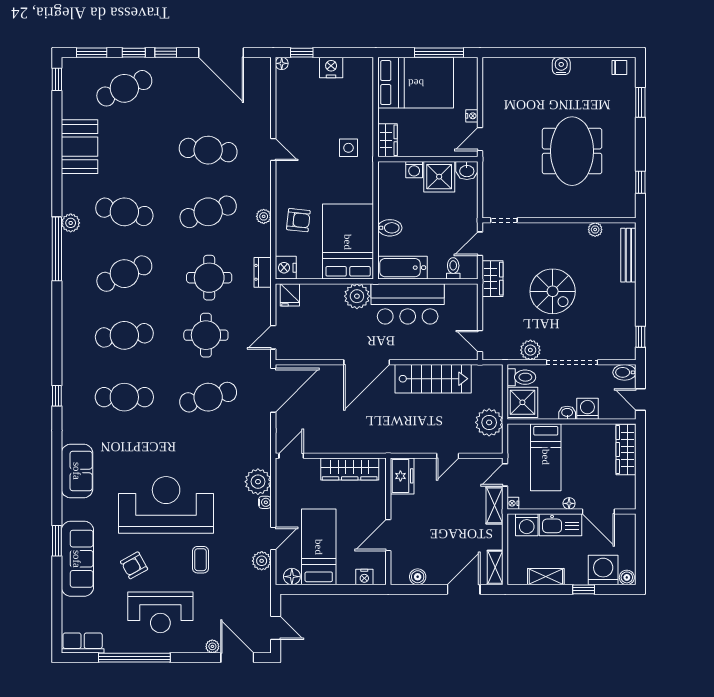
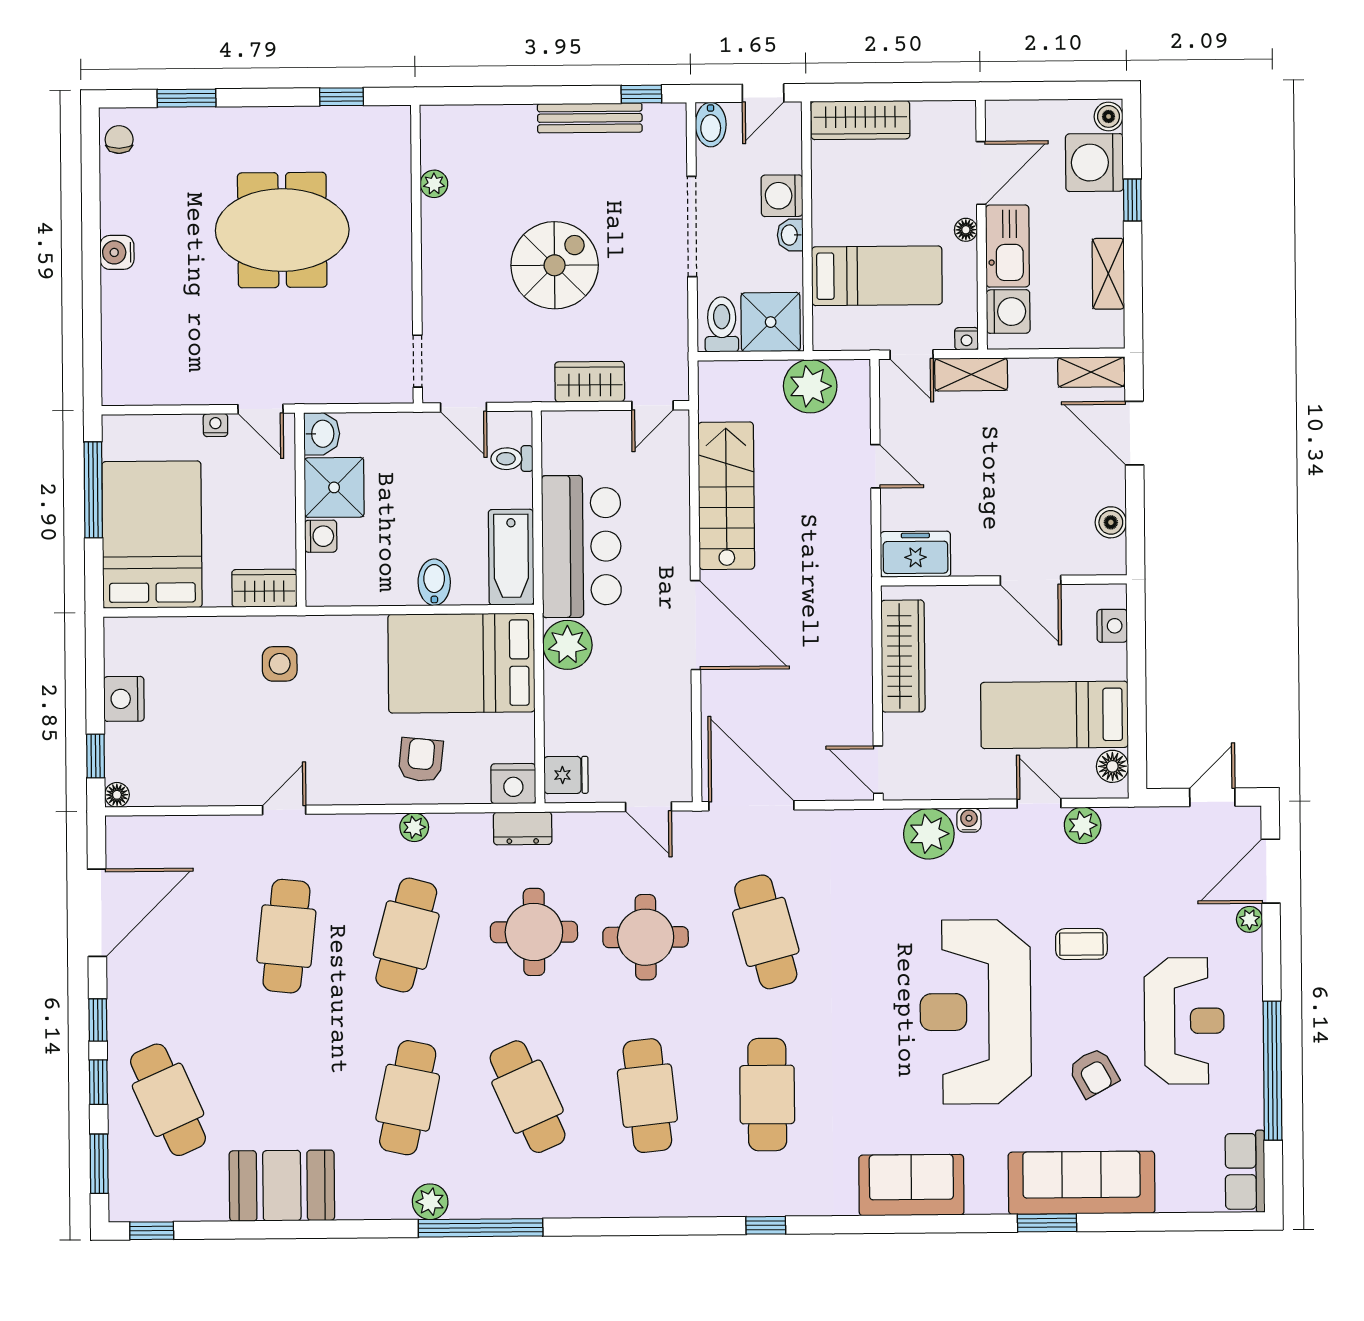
cafe table: (208, 212) -> (406, 935), turned 33
bench: (628, 255) -> (590, 118), moved
wardrobe: (492, 279) -> (590, 382), moved
plant: (530, 350) -> (669, 308), removed

